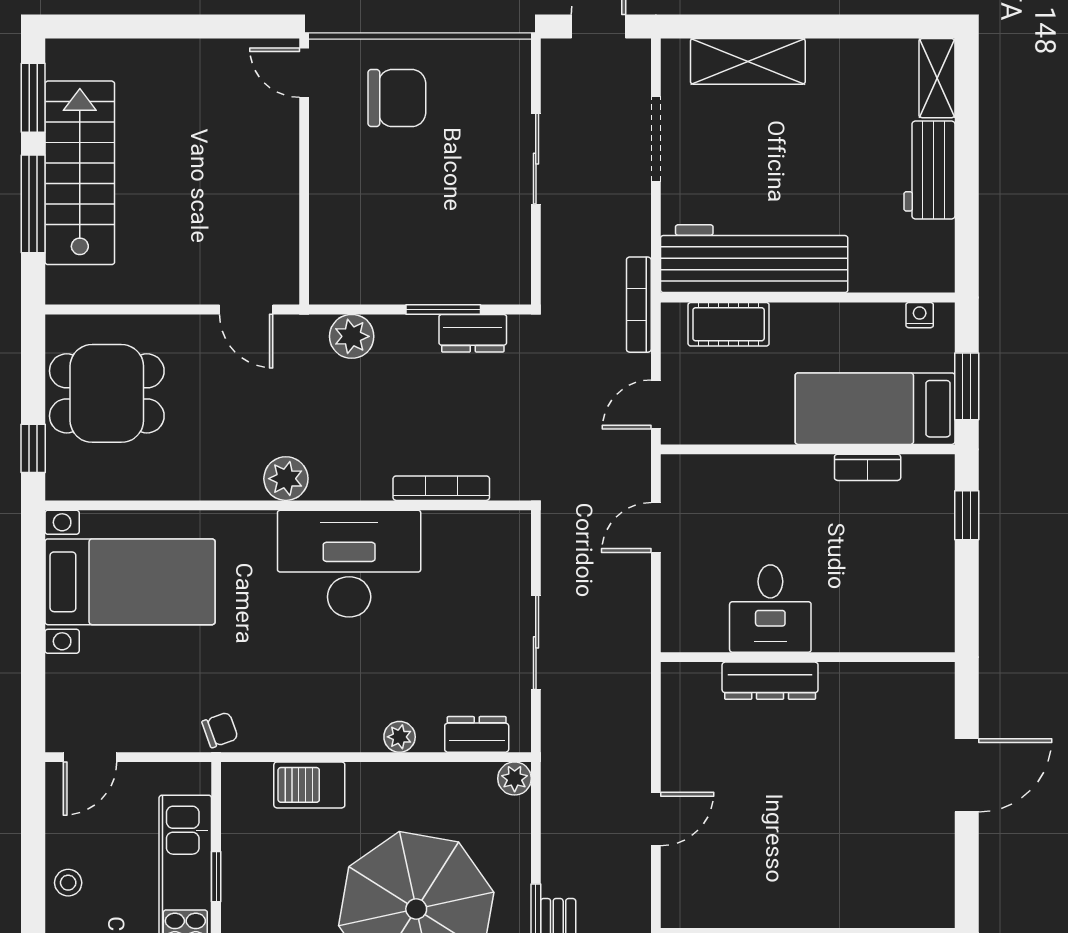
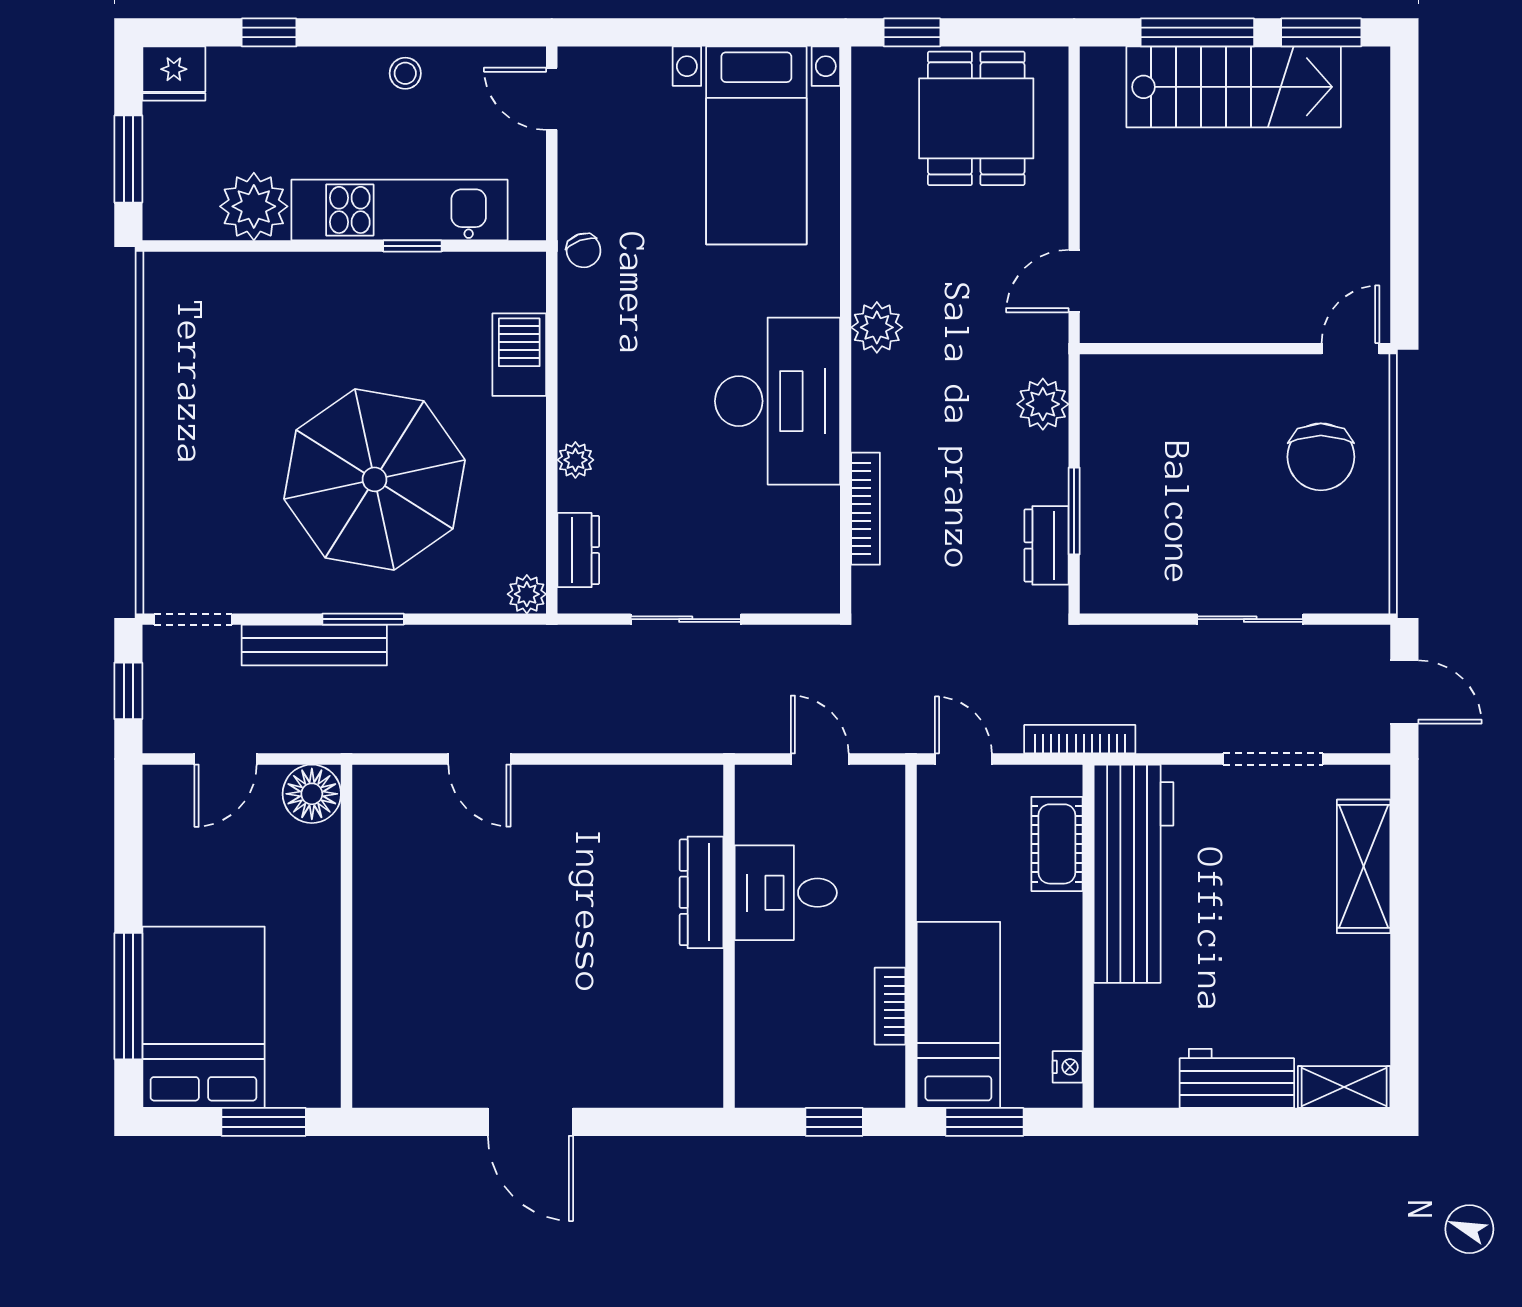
desk: (770, 609) -> (786, 893), moved
wall: (808, 657) -> (729, 936), moved
dresser: (770, 681) -> (702, 892), moved

